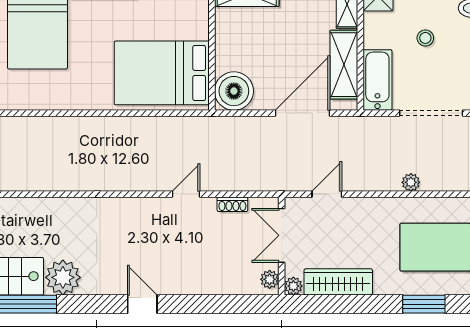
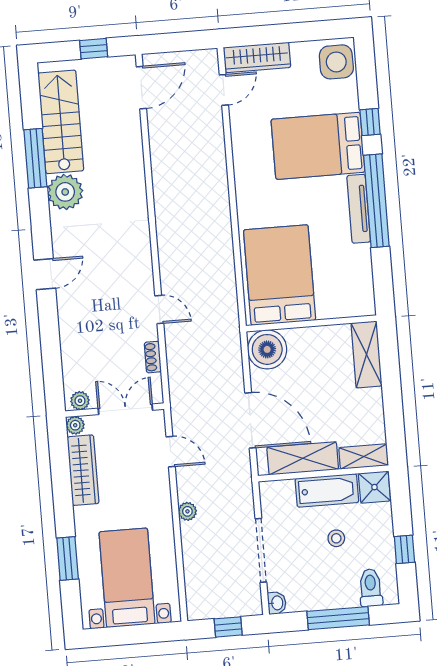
bathtub: (377, 80) -> (327, 490), moved
plant: (411, 182) -> (187, 511), moved

